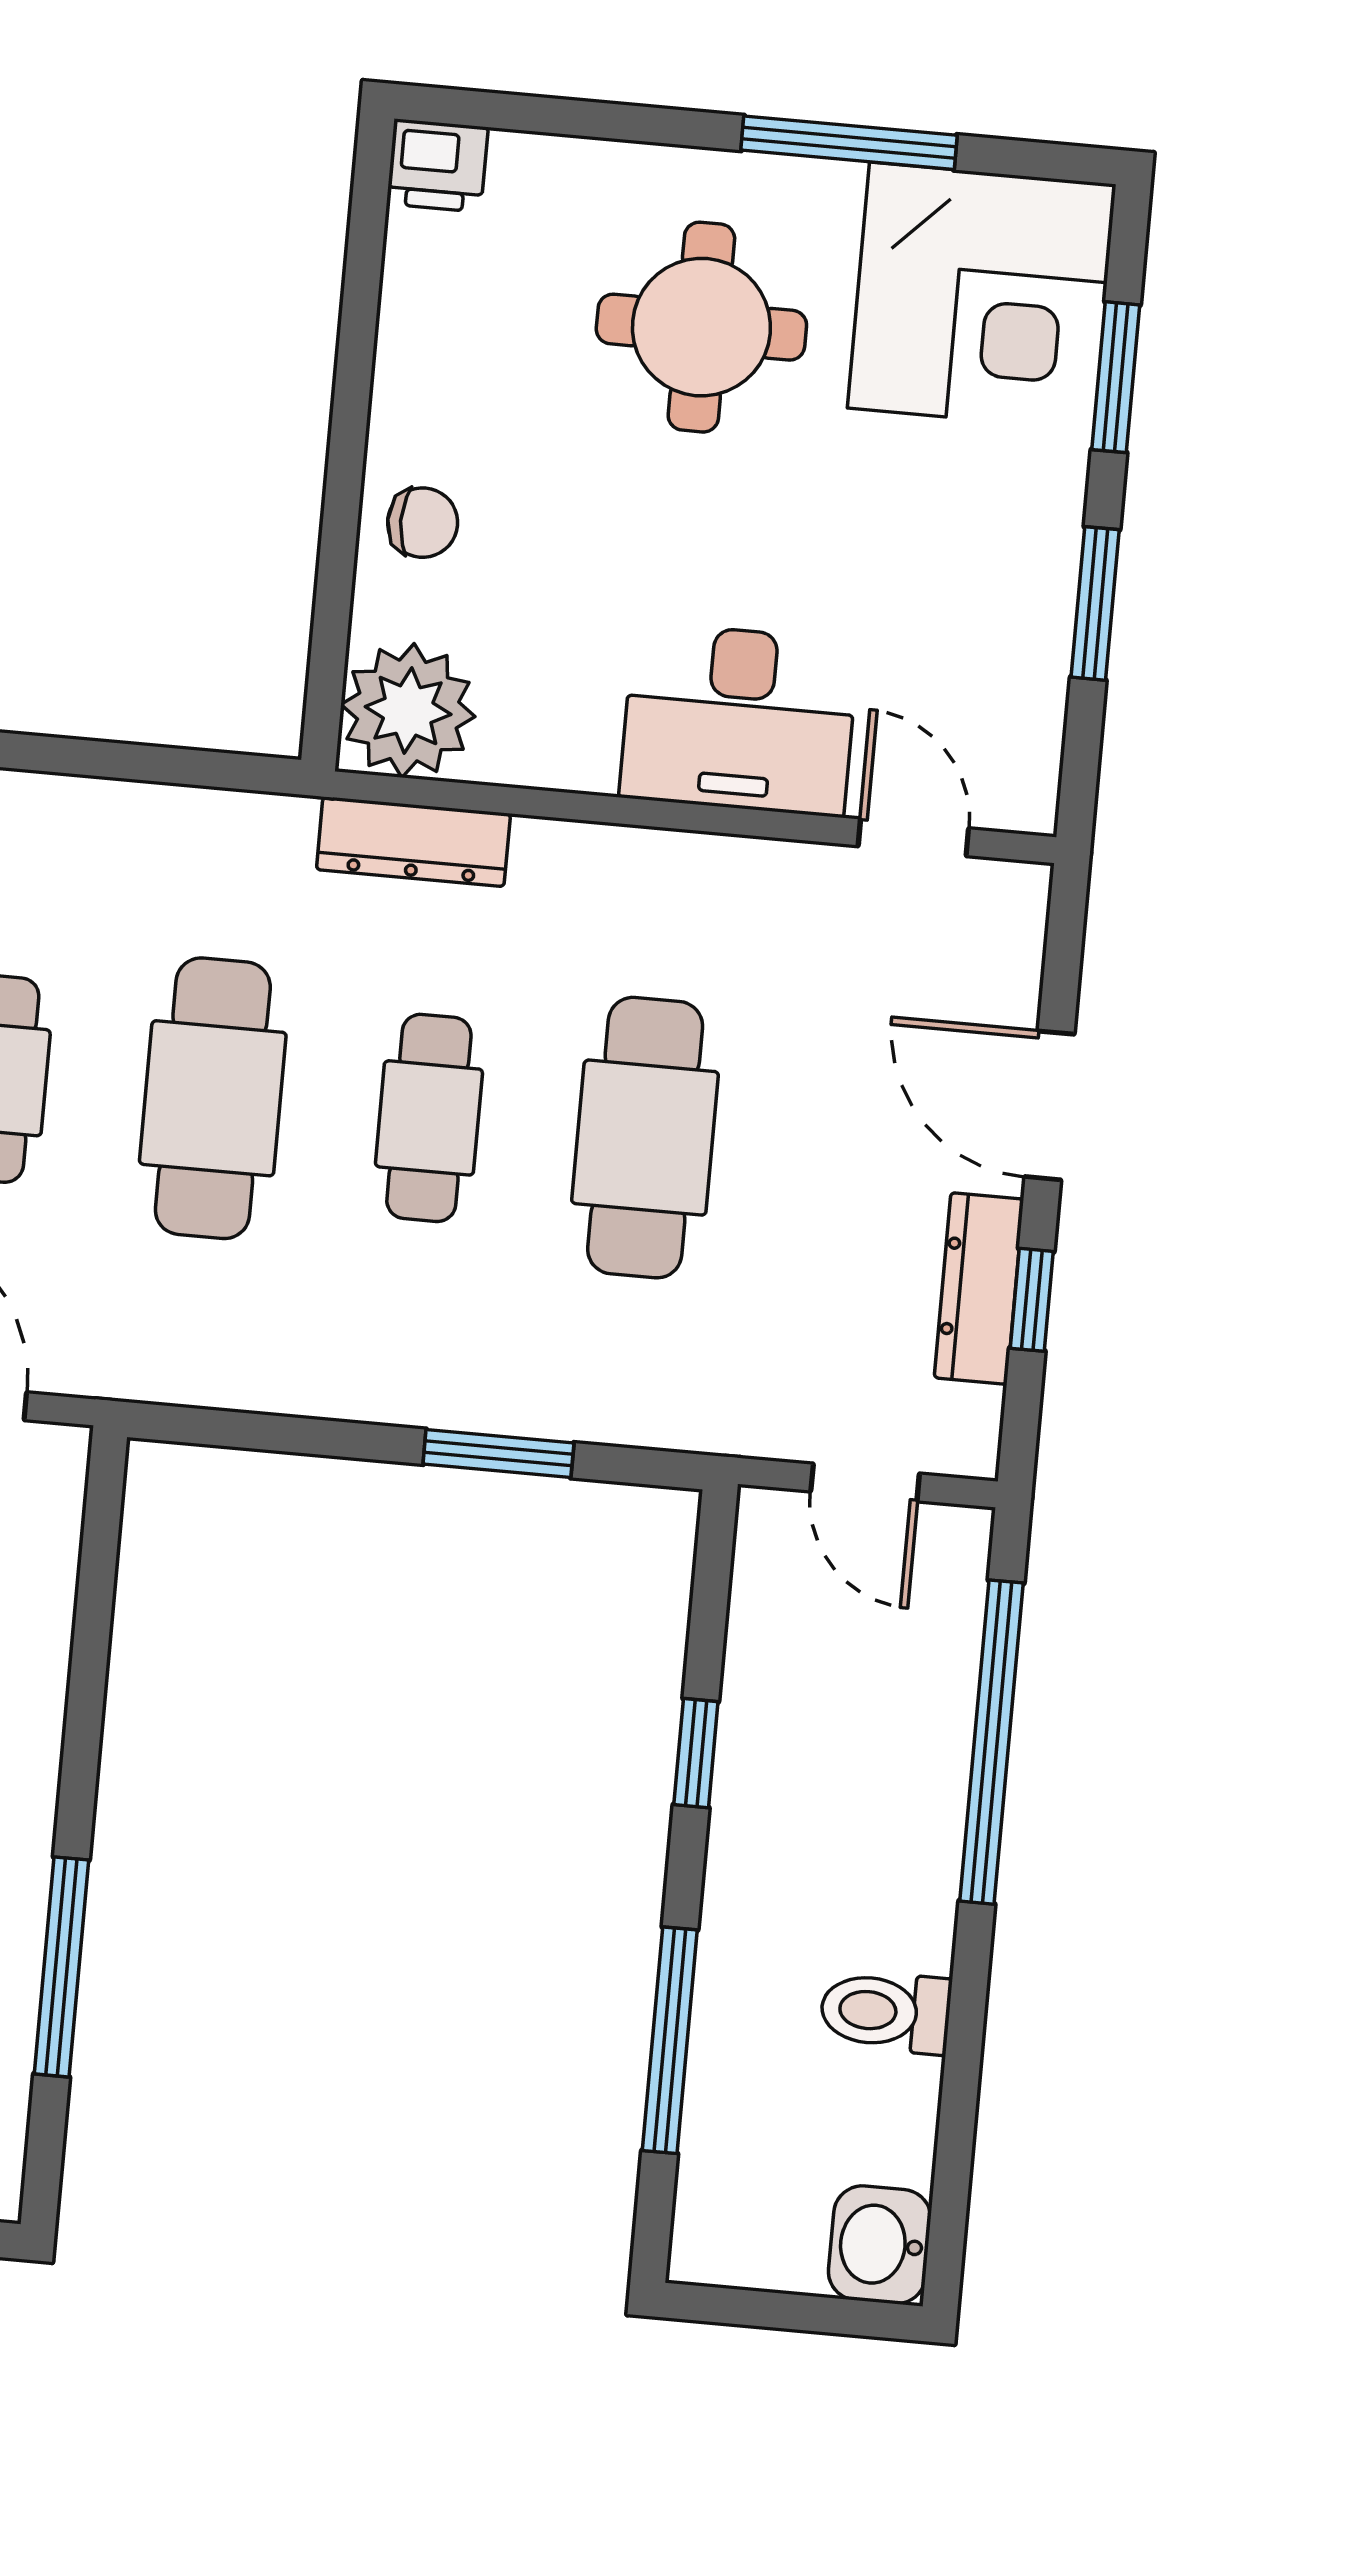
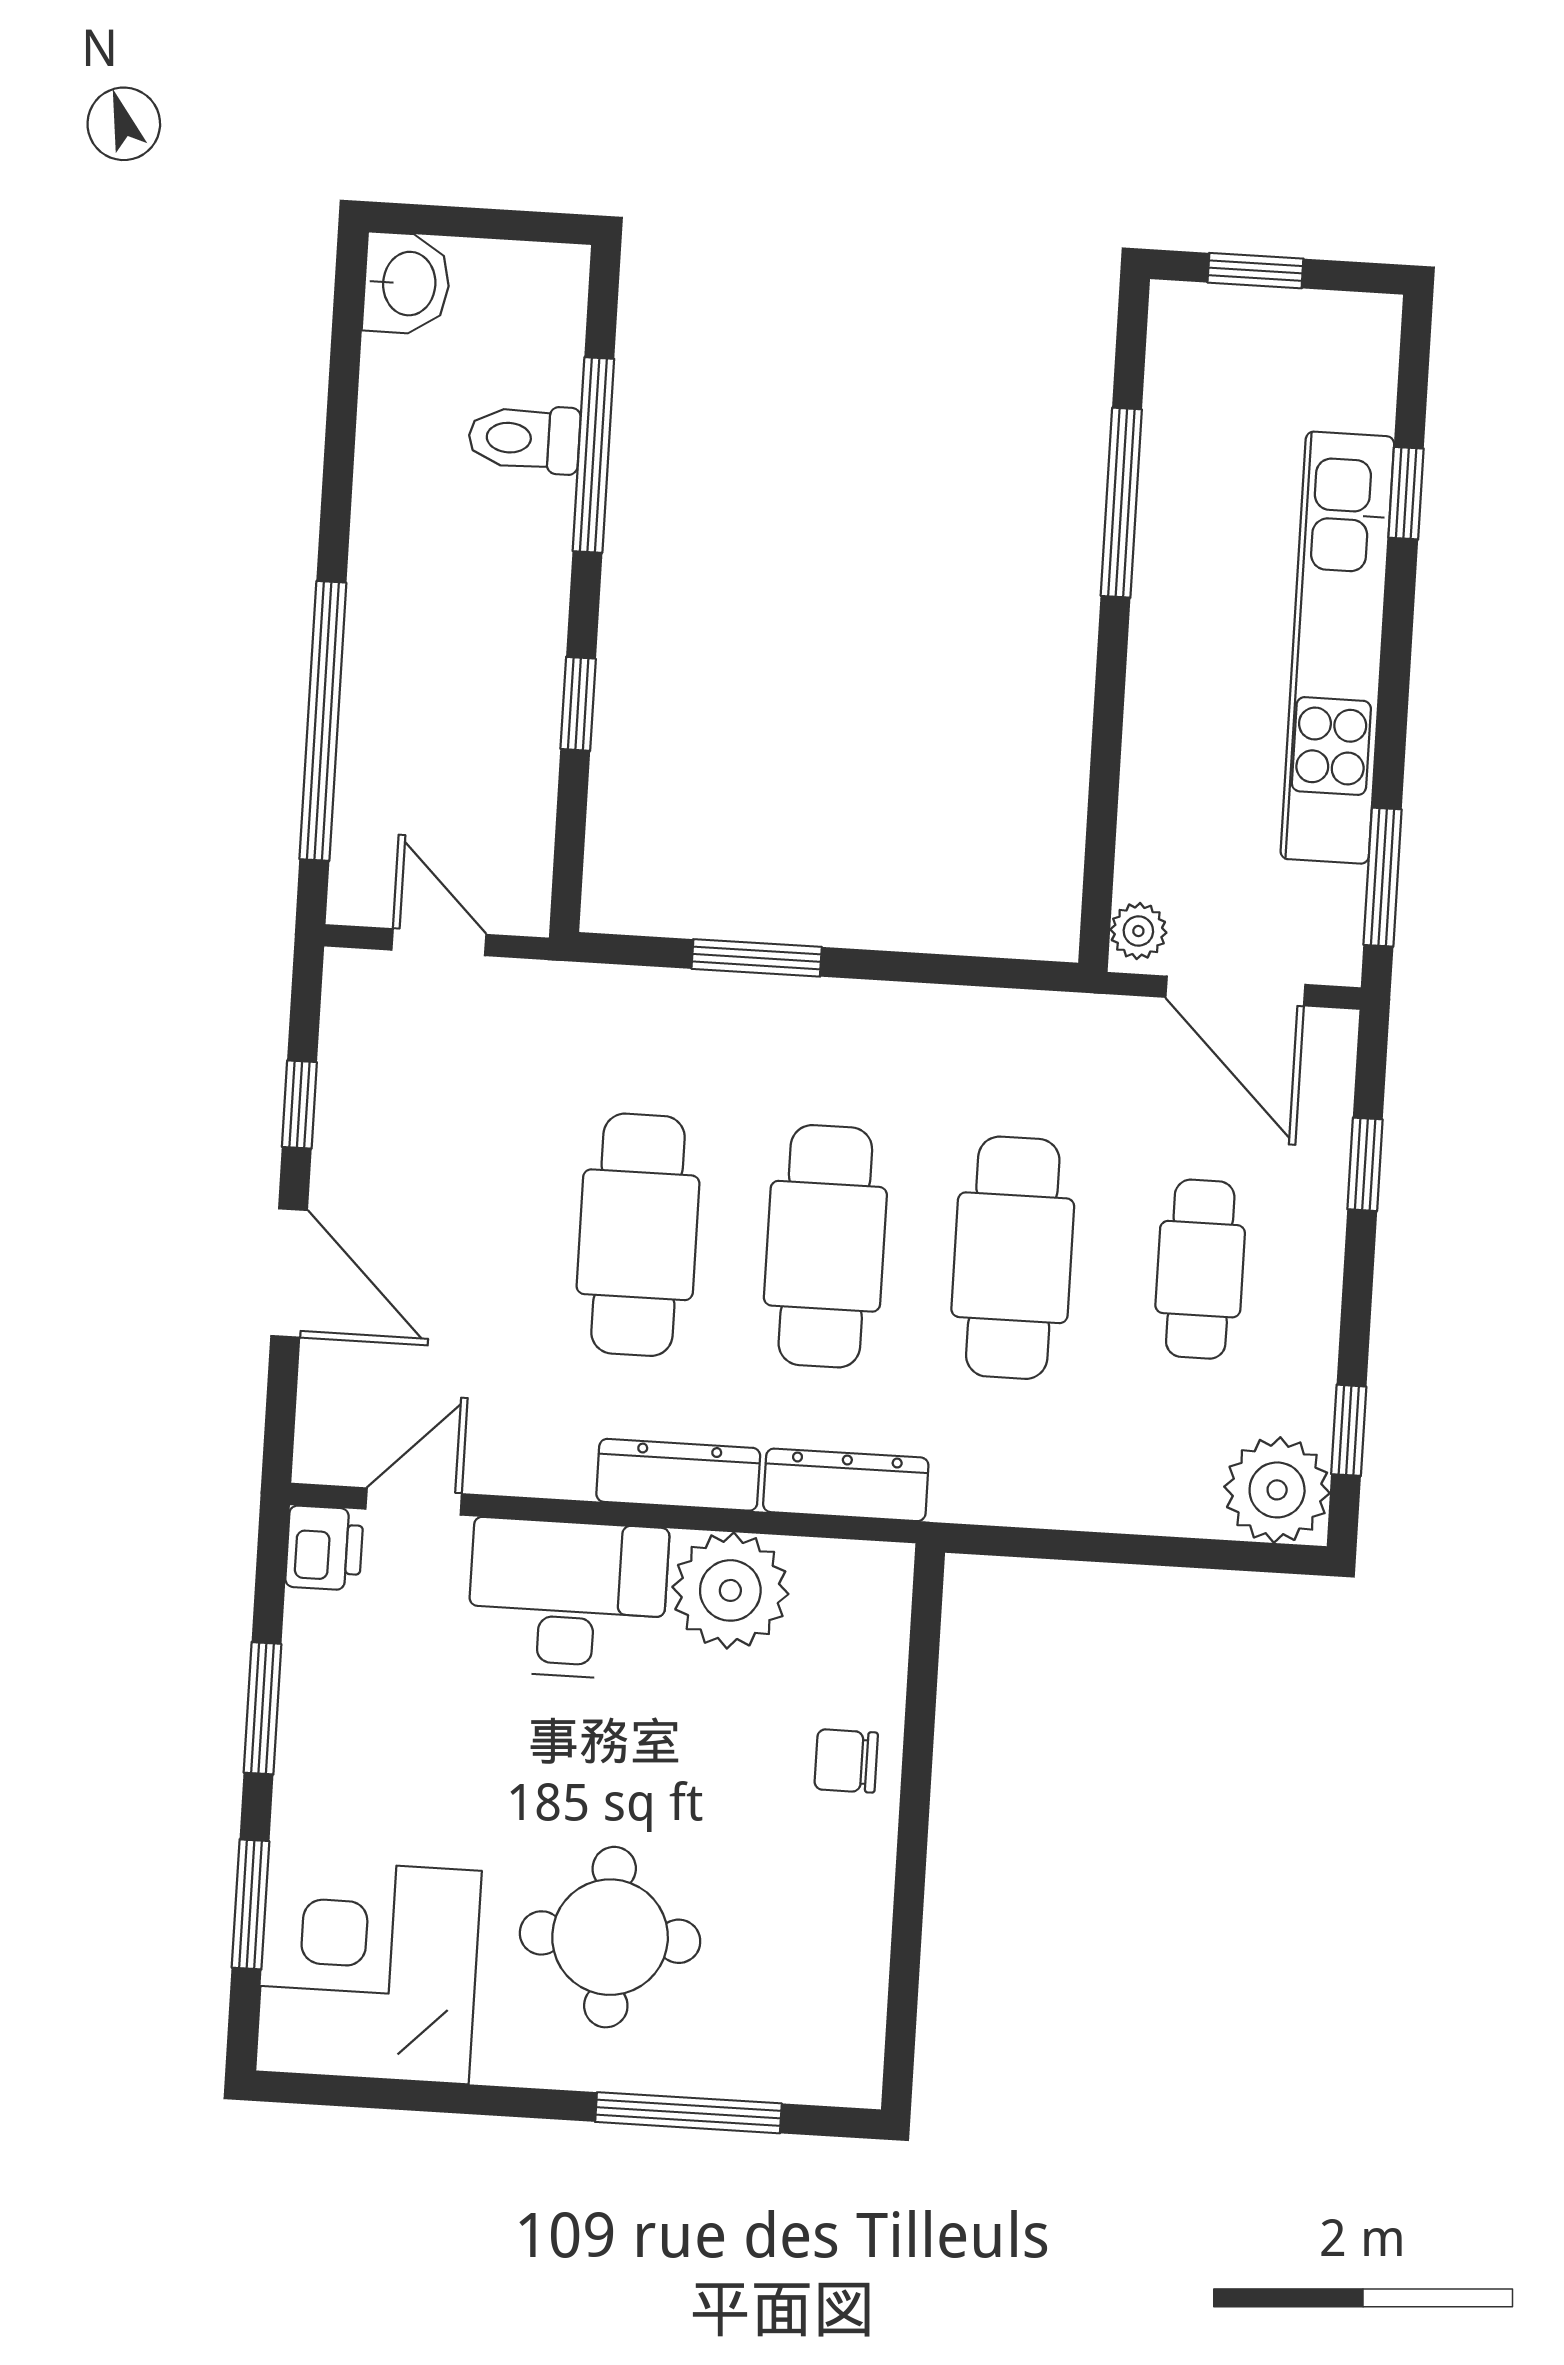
window: (849, 143) -> (688, 2113), moved
printer: (437, 166) -> (324, 1548), moved, turned 90
plant: (408, 711) -> (730, 1590), moved
door: (913, 837) -> (414, 1501), swing flipped
cafe table: (429, 1118) -> (825, 1246), width x1.37, depth x1.35
dresser: (979, 1288) -> (678, 1475), moved, turned -90
plant: (56, 1471) -> (1138, 931), added
toilet: (886, 2012) -> (524, 439), moved, turned 180

